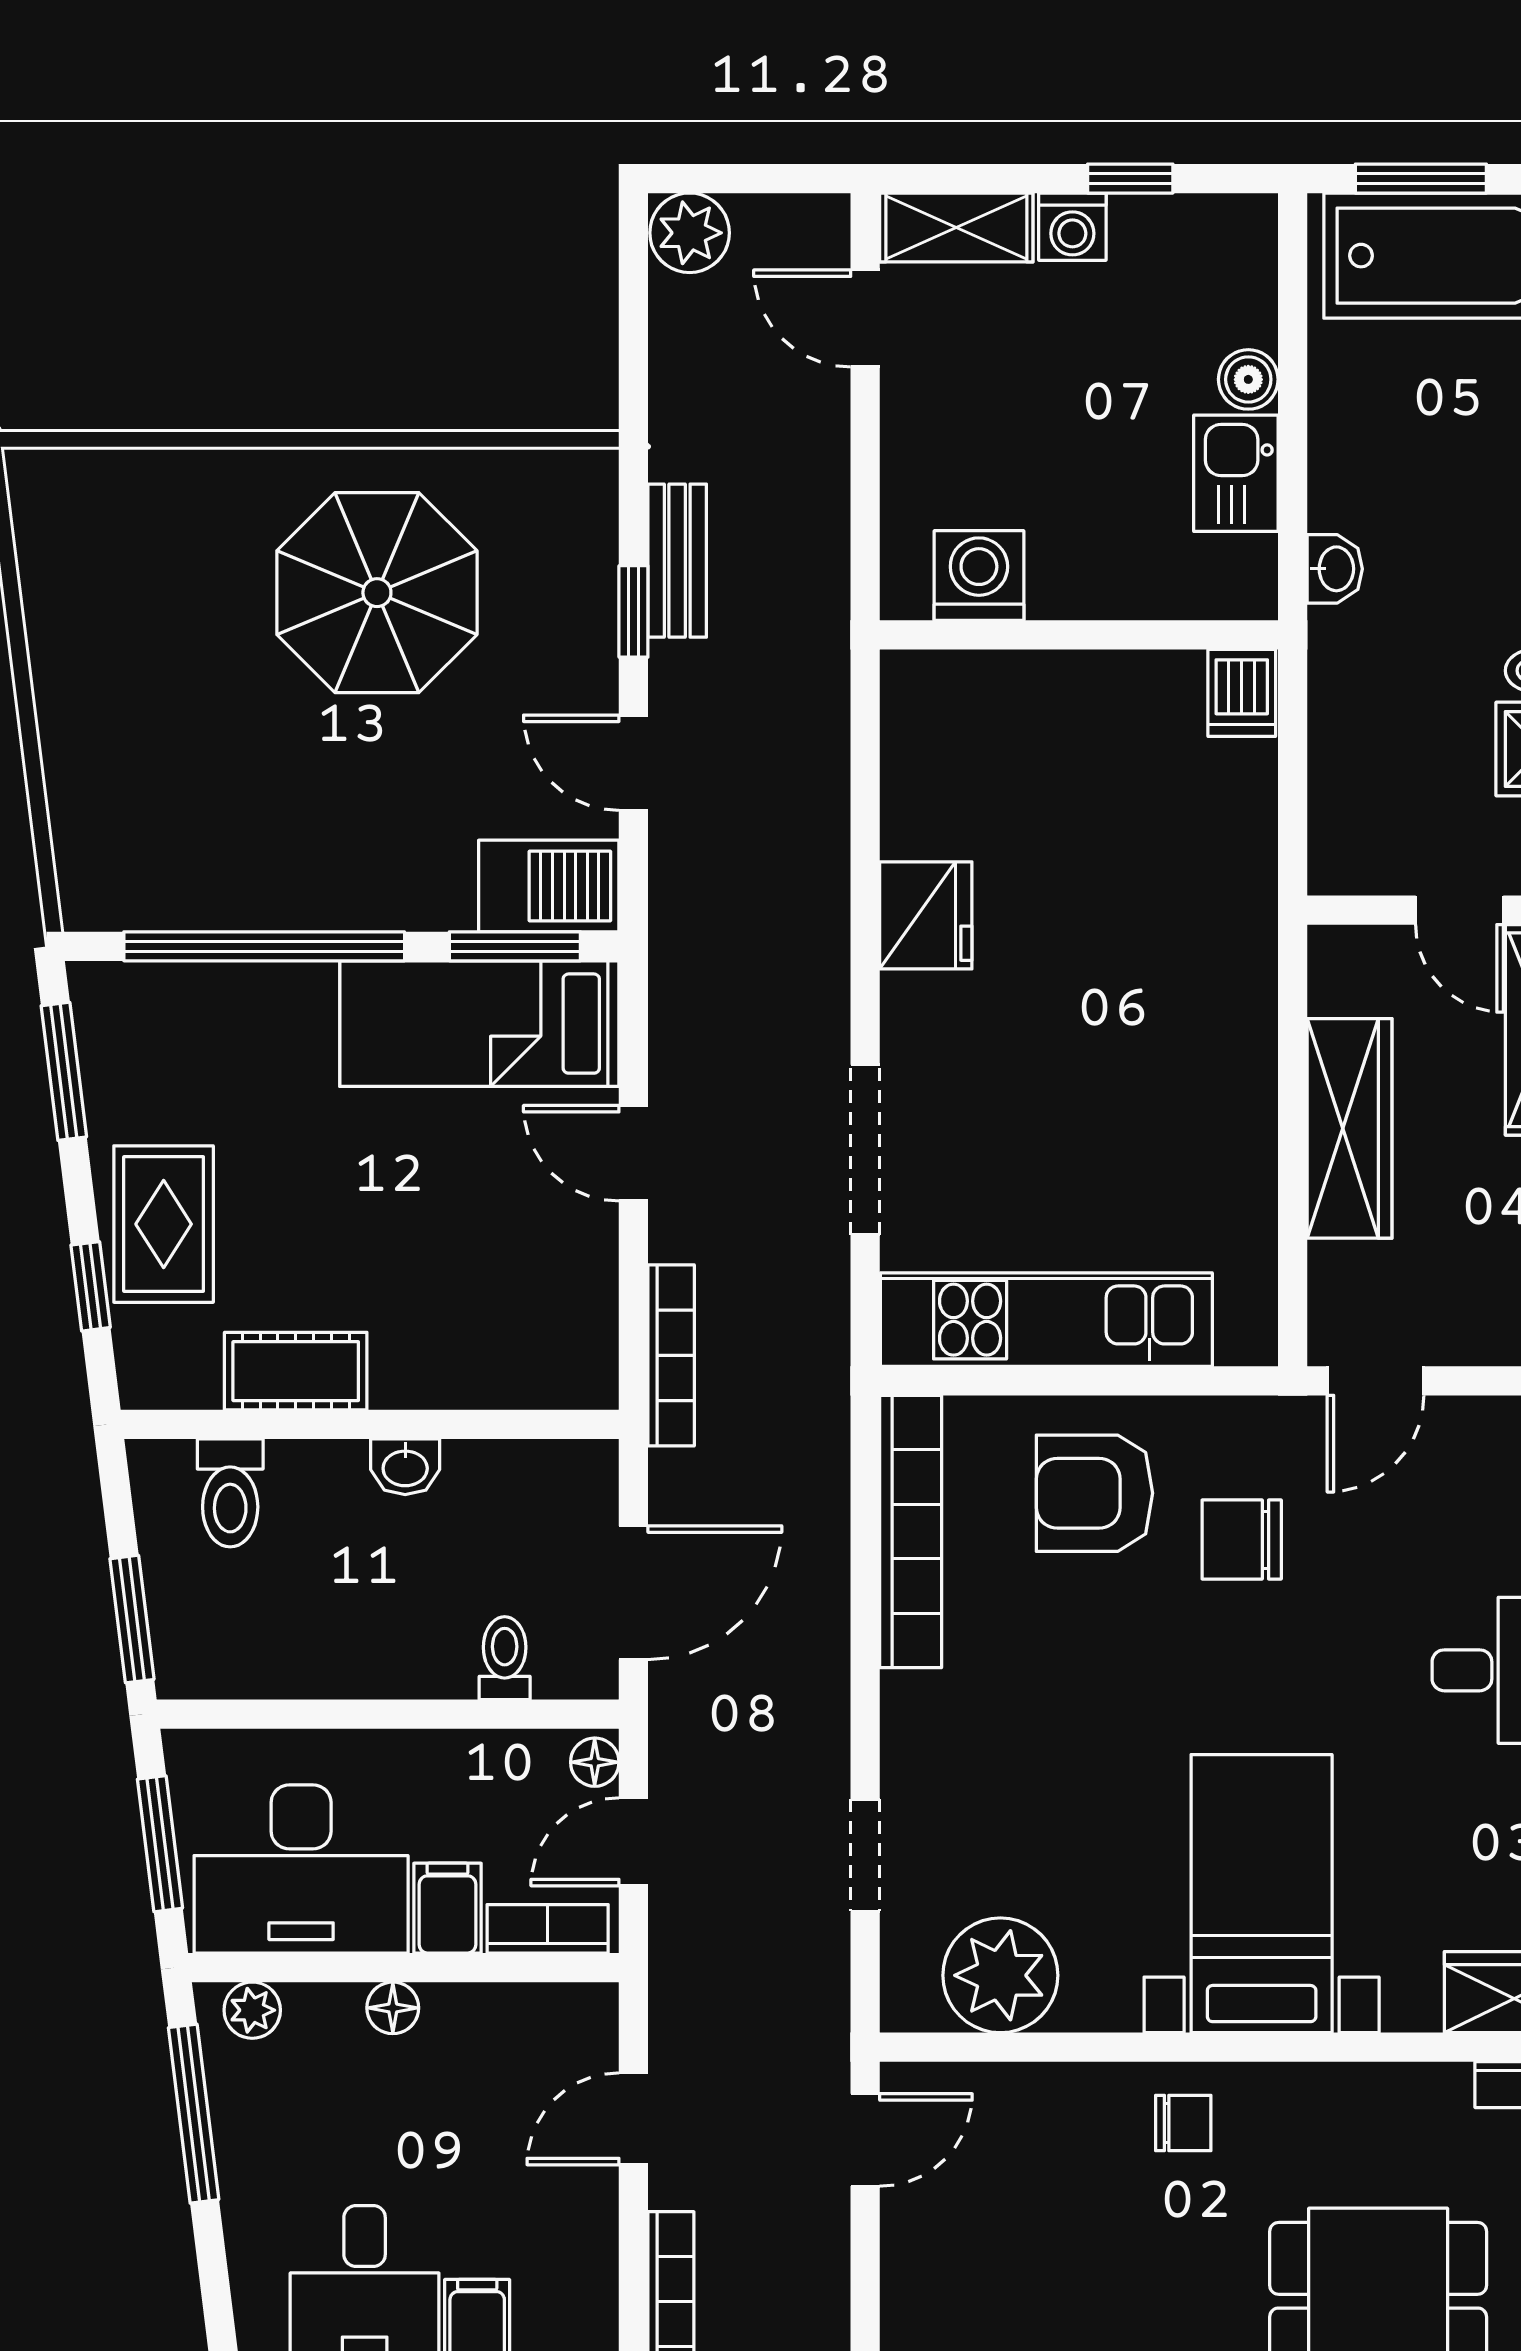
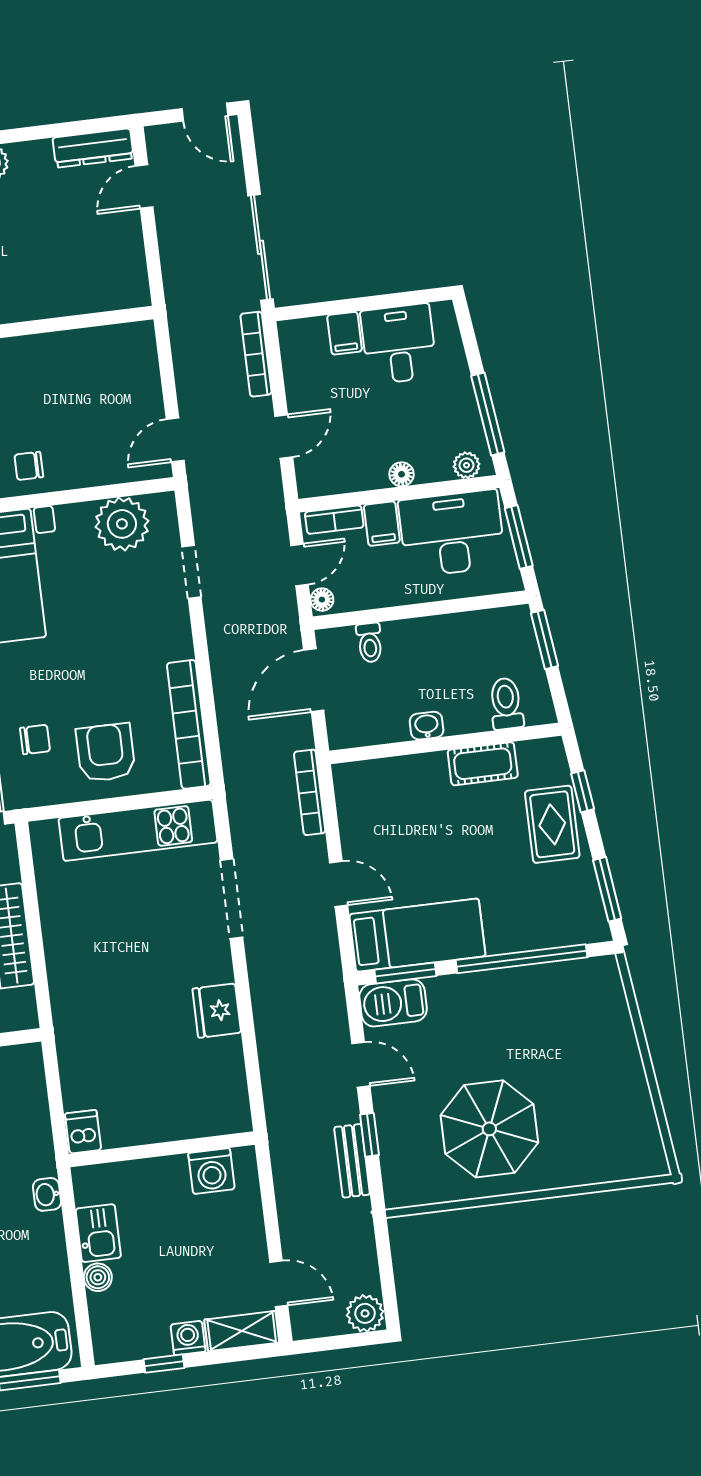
armchair: (1095, 1493) -> (106, 753), turned -90
chair: (1242, 1540) -> (35, 739), width x0.73, depth x0.73

